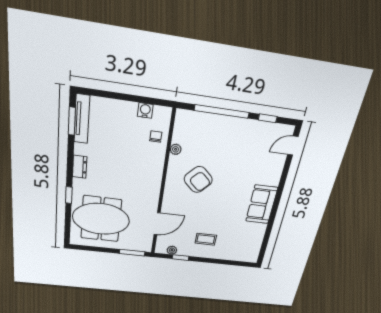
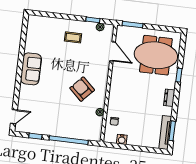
door: (157, 224) -> (113, 51), swing flipped

